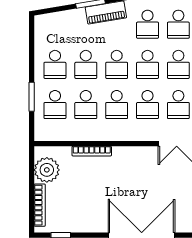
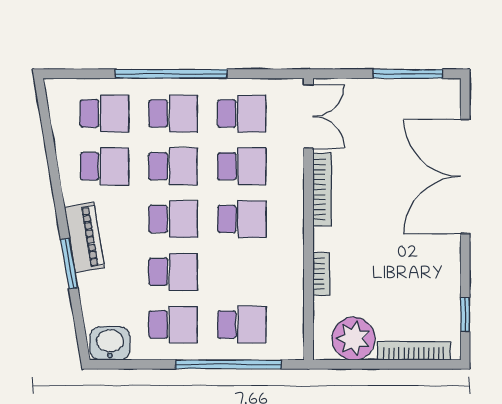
washbasin: (44, 27) -> (110, 343), added
window: (32, 97) -> (228, 364), width x2.11
school desk: (86, 105) -> (242, 272), removed
bookcase: (92, 151) -> (321, 274), width x0.64
bookcase: (134, 151) -> (322, 190), added

